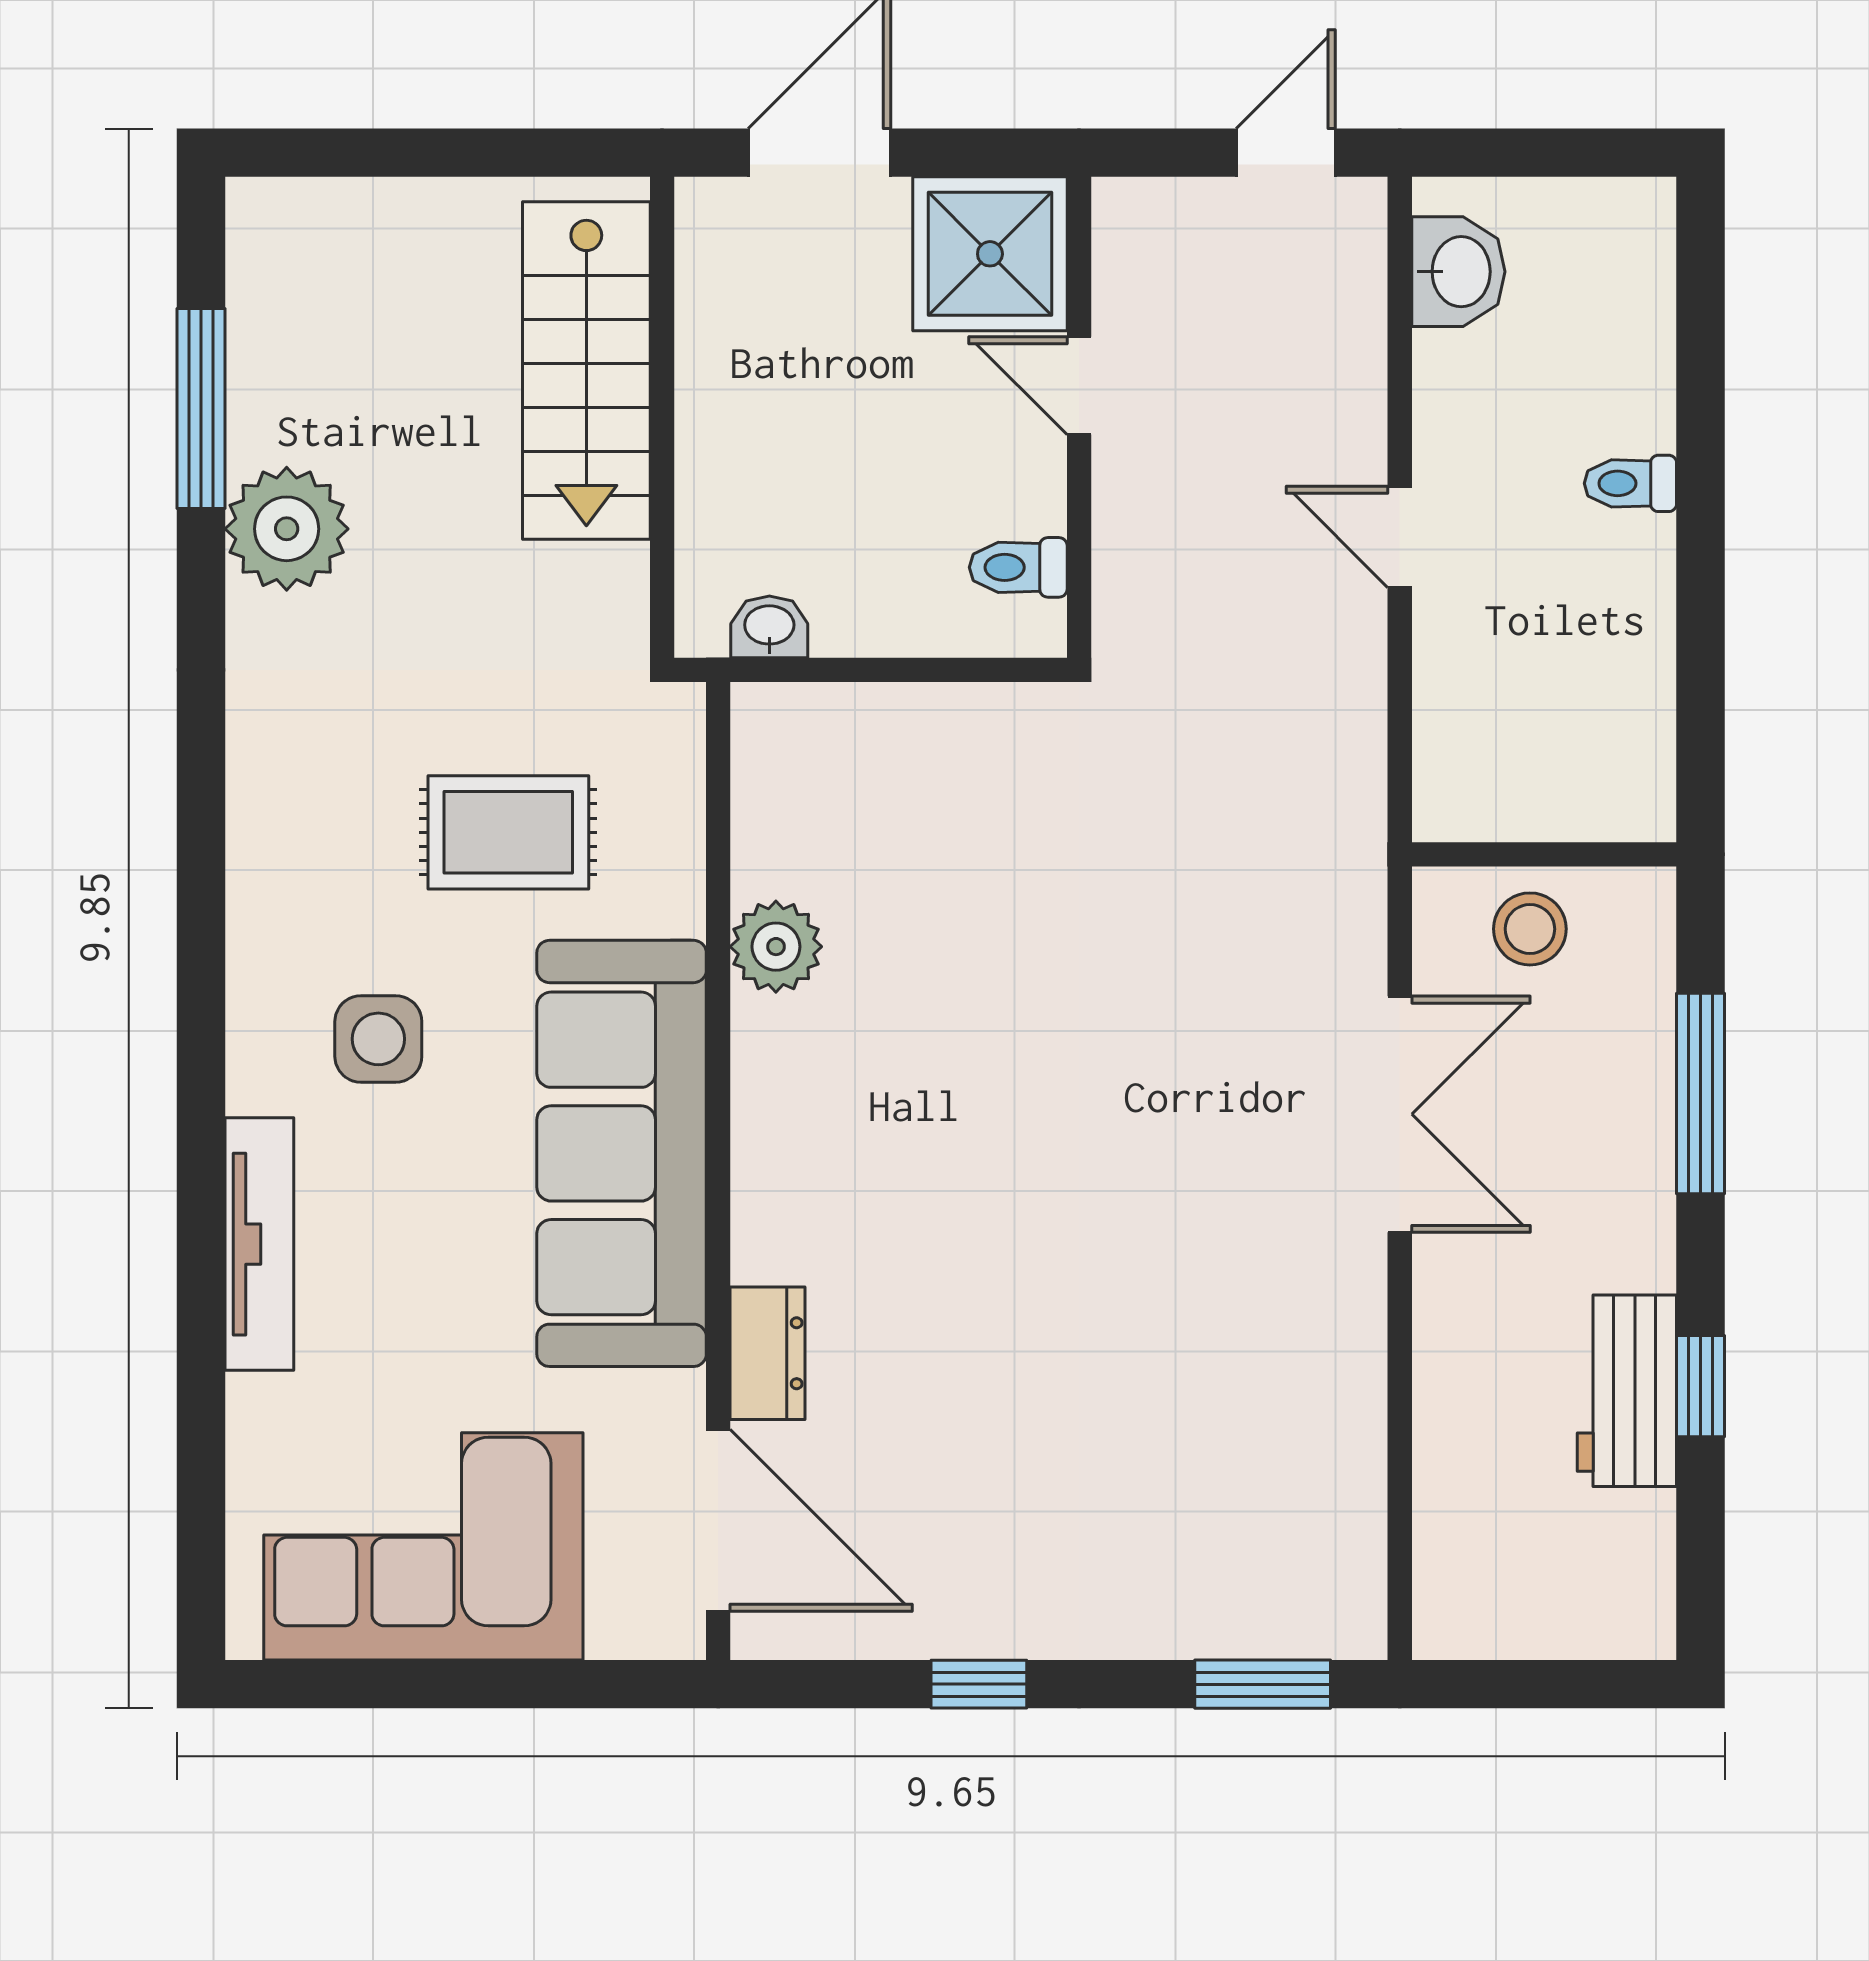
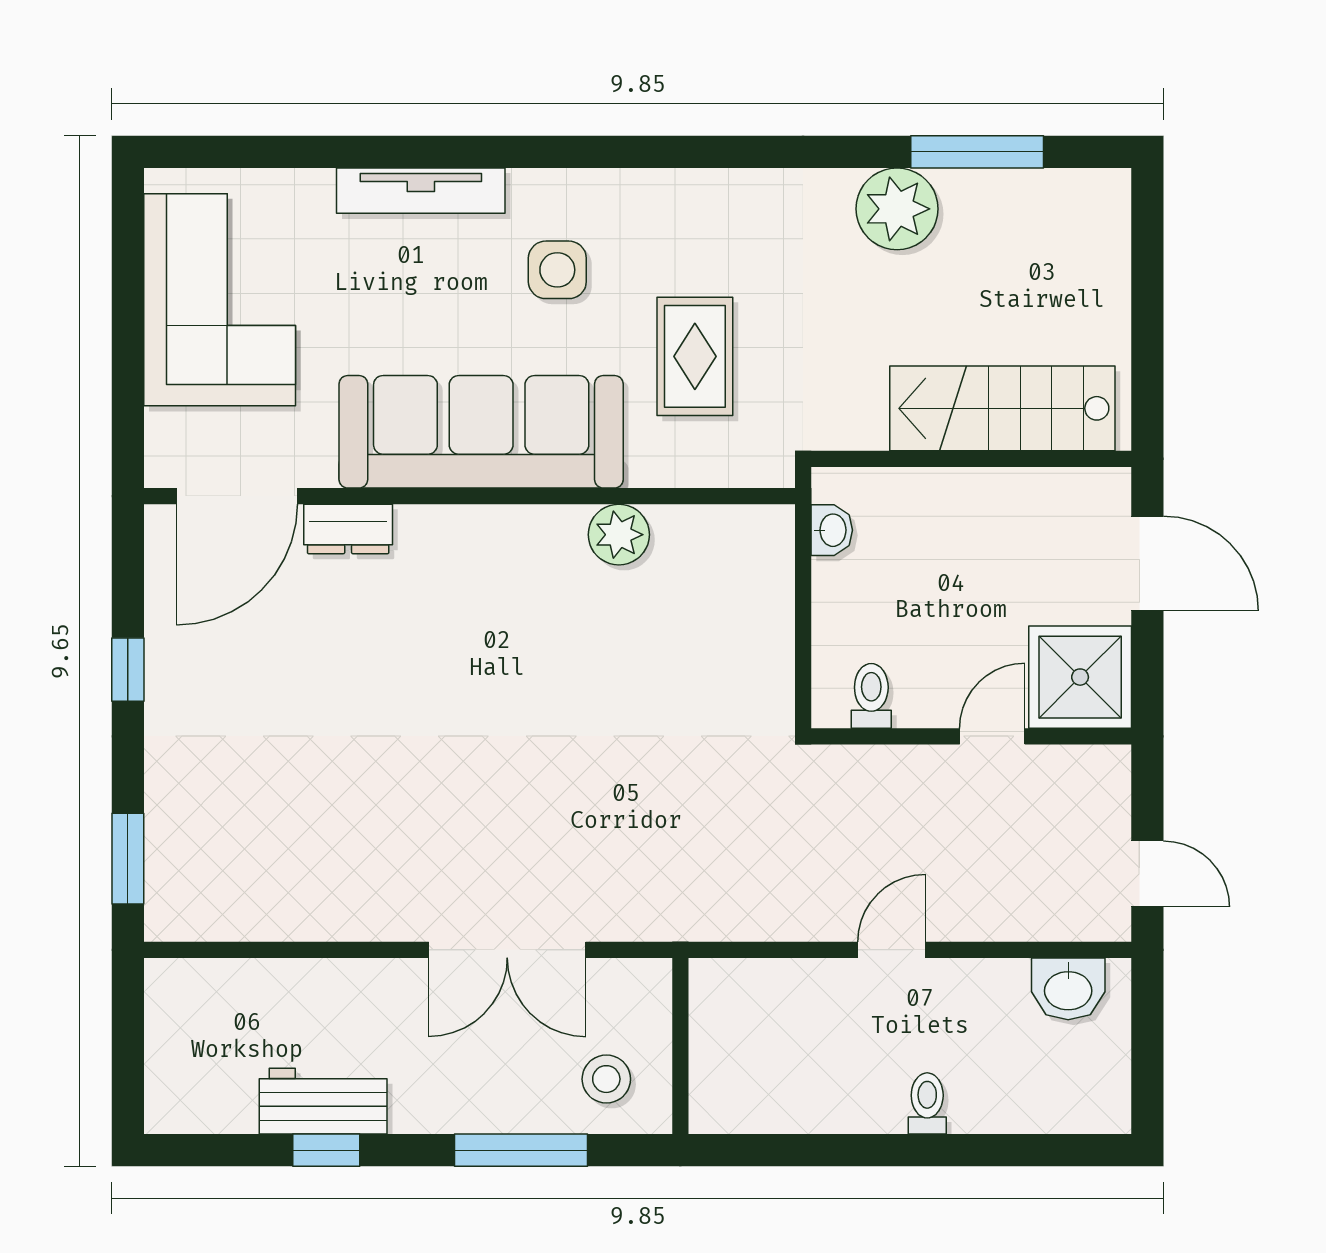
stool: (1530, 929) -> (606, 1079), moved

